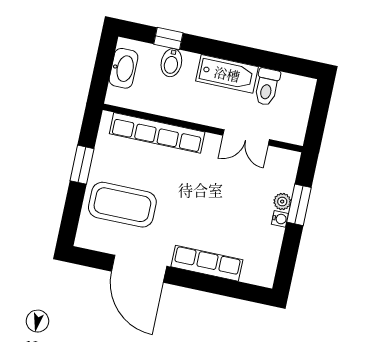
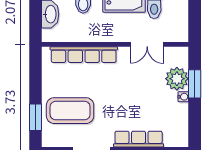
window: (82, 165) -> (36, 117), moved
plant: (282, 202) -> (177, 79), width x1.88, depth x1.88

